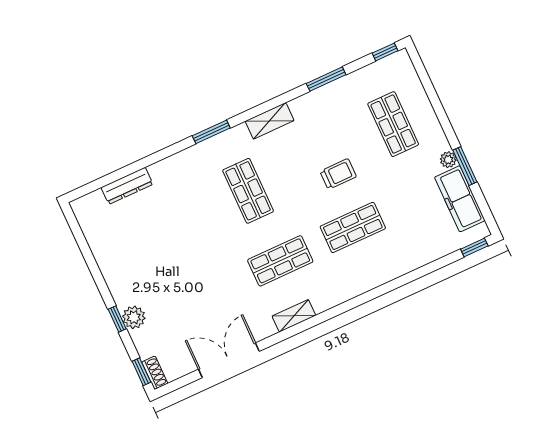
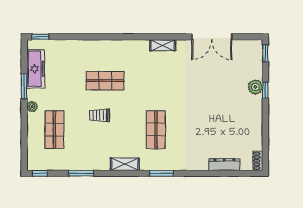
plant: (448, 160) -> (32, 107), moved
shop shelf: (280, 261) -> (156, 81), removed
shoe rack: (155, 373) -> (258, 161), moved

